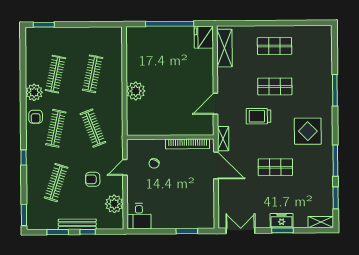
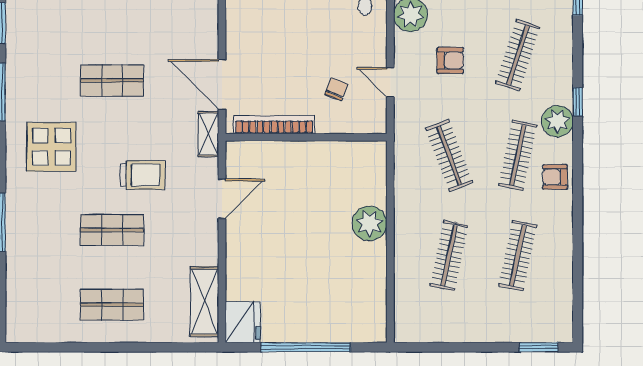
plant: (34, 92) -> (557, 121), moved
armchair: (36, 117) -> (555, 177), turned -90
door: (125, 167) -> (390, 82), swing flipped

